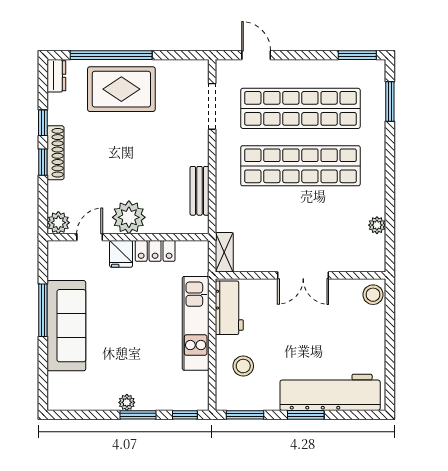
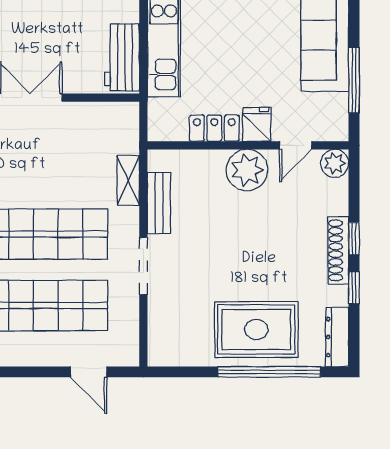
dresser: (56, 76) -> (337, 337), width x1.44
doorway: (212, 106) -> (143, 266), moved
shelving: (224, 252) -> (128, 180), moved
window: (43, 310) -> (354, 80), moved

